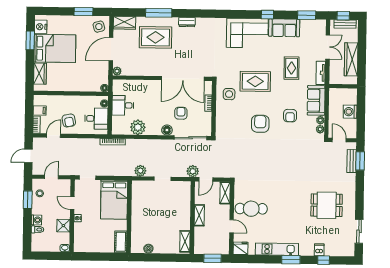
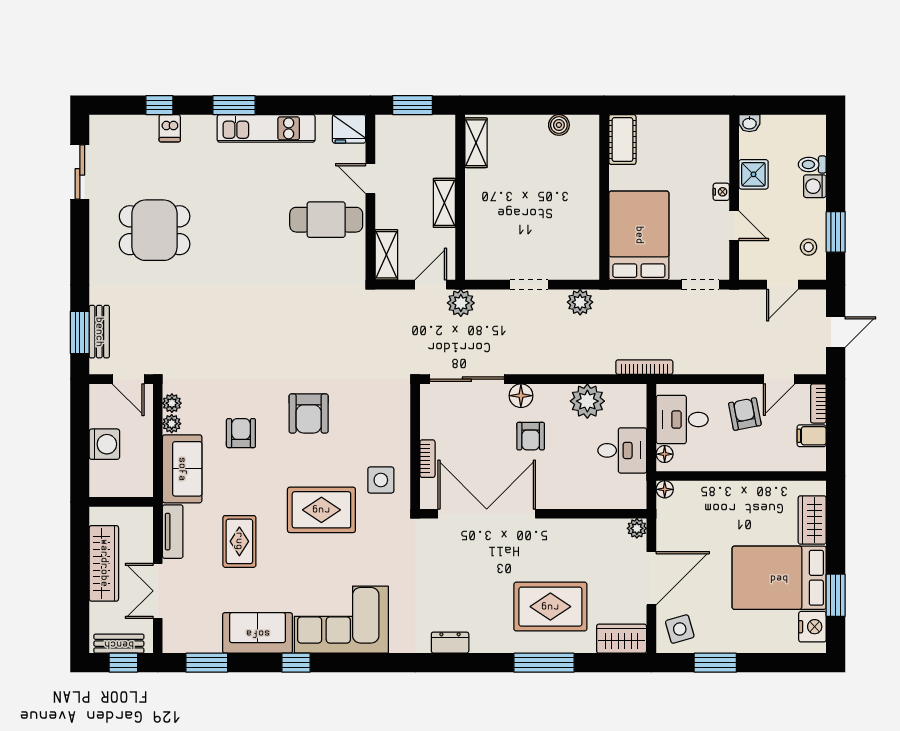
dresser: (187, 22) -> (450, 643), moved
armchair: (181, 113) -> (531, 436), moved

